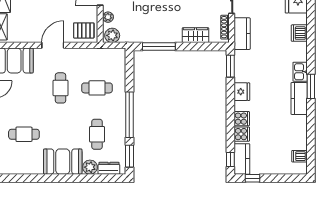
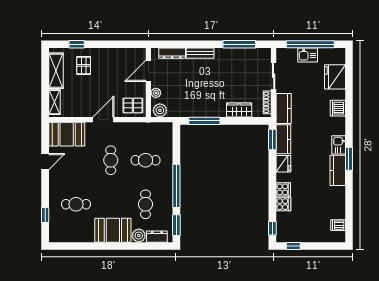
kitchen counter: (242, 159) -> (283, 139), moved

